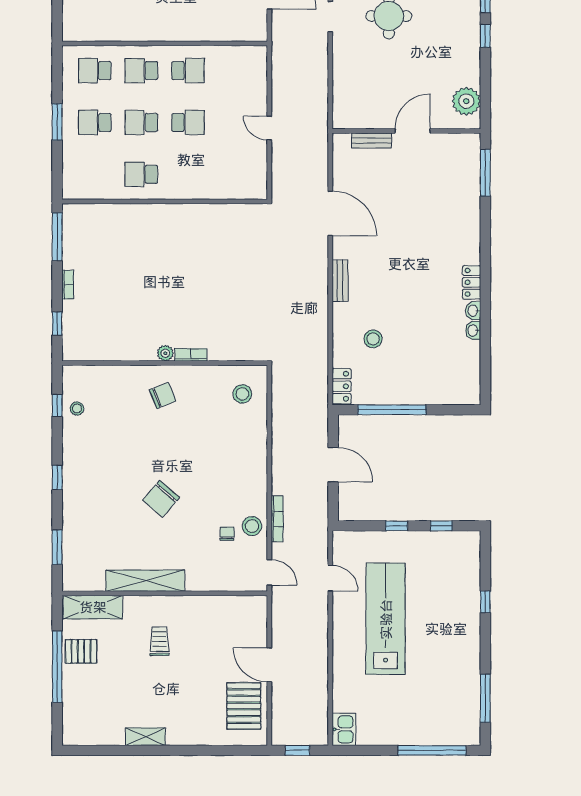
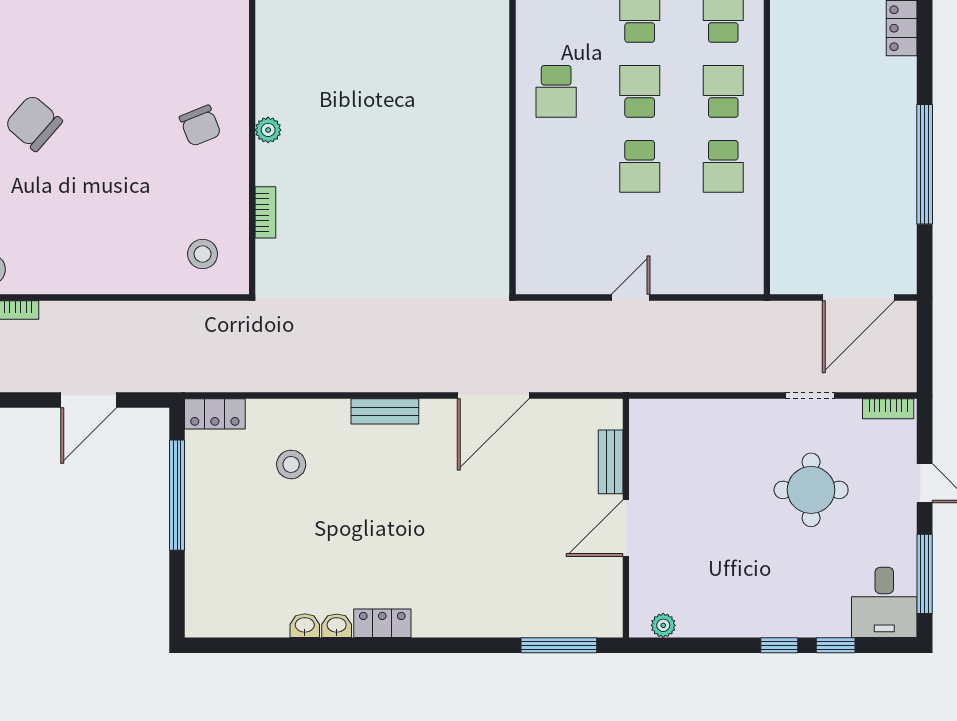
plant: (466, 101) -> (663, 625), width x0.53, depth x0.53
door: (413, 131) -> (626, 528), swing flipped
school desk: (141, 174) -> (556, 91), turned 180
bookcase: (191, 355) -> (265, 212), moved

